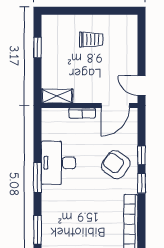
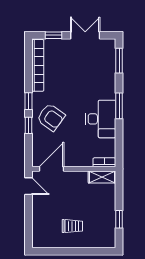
trolley: (91, 40) -> (72, 226), turned 180
bookcase: (82, 113) -> (104, 162), moved

